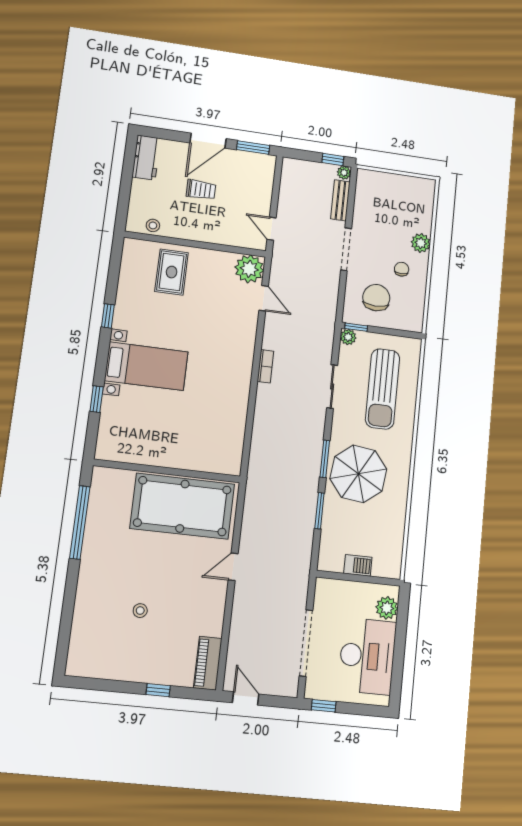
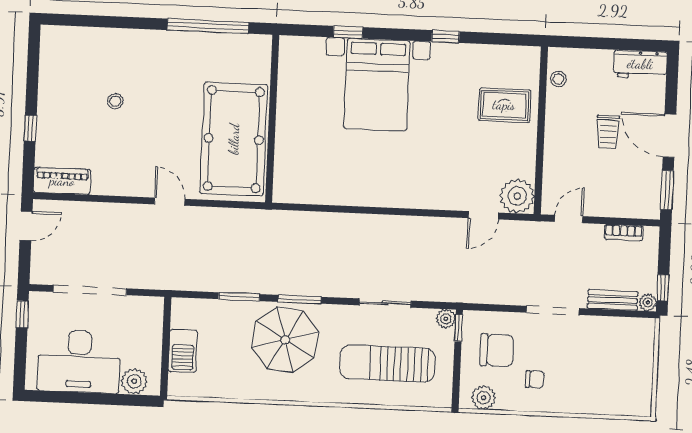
plant: (421, 243) -> (483, 398), moved
bed with nightstands: (146, 366) -> (377, 85), width x1.36
bookcase: (265, 366) -> (624, 233), moved
barbecue: (358, 565) -> (183, 351), width x1.38, depth x1.27

